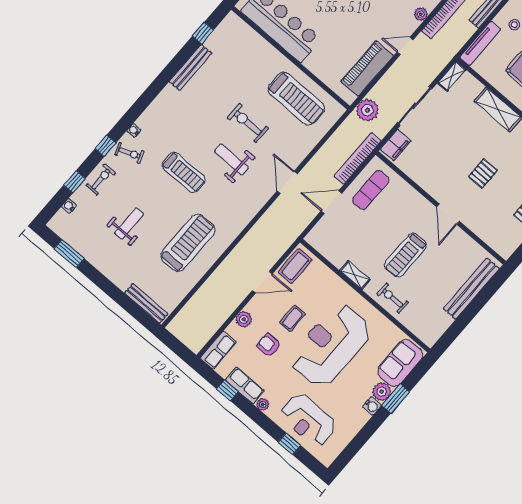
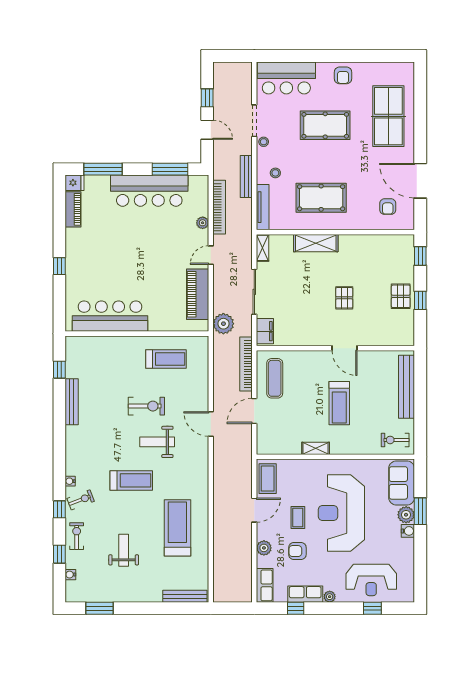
treadmill: (296, 99) -> (166, 359), width x0.73, depth x0.73
exercise bike: (248, 123) -> (146, 406), turned 180
exercise bike: (393, 298) -> (395, 440), moved

